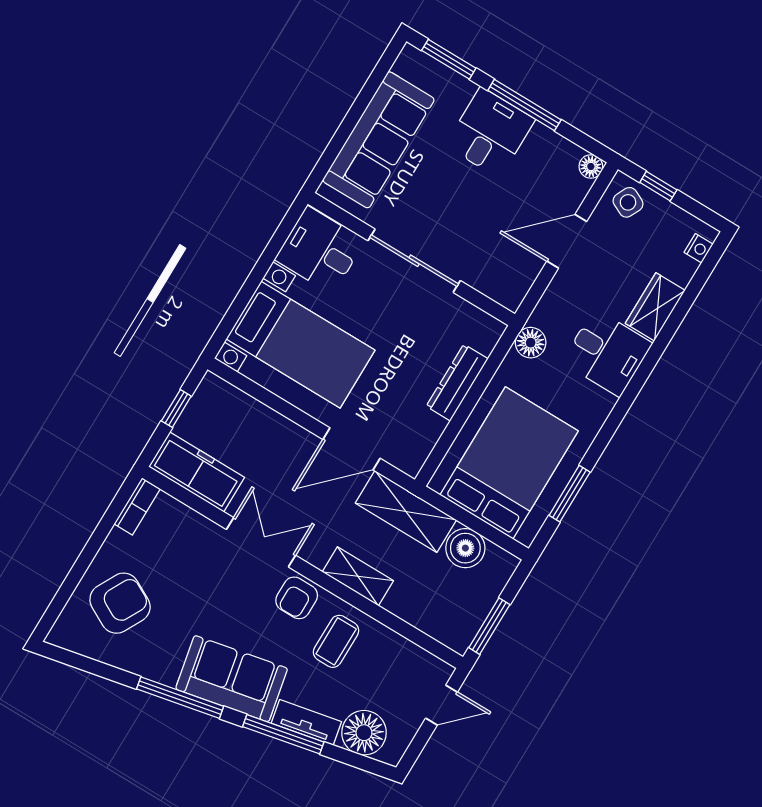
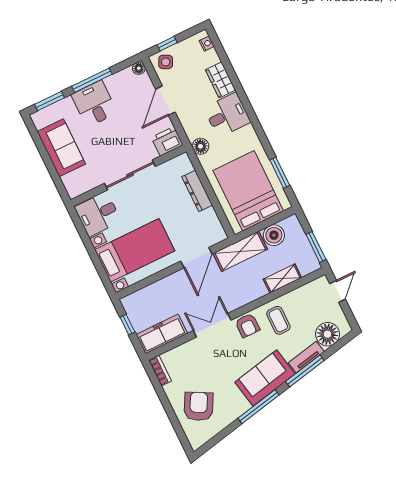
sofa: (378, 140) -> (61, 148), width x0.73
printer: (505, 285) -> (167, 141), added
shelving: (358, 576) -> (282, 278), moved

